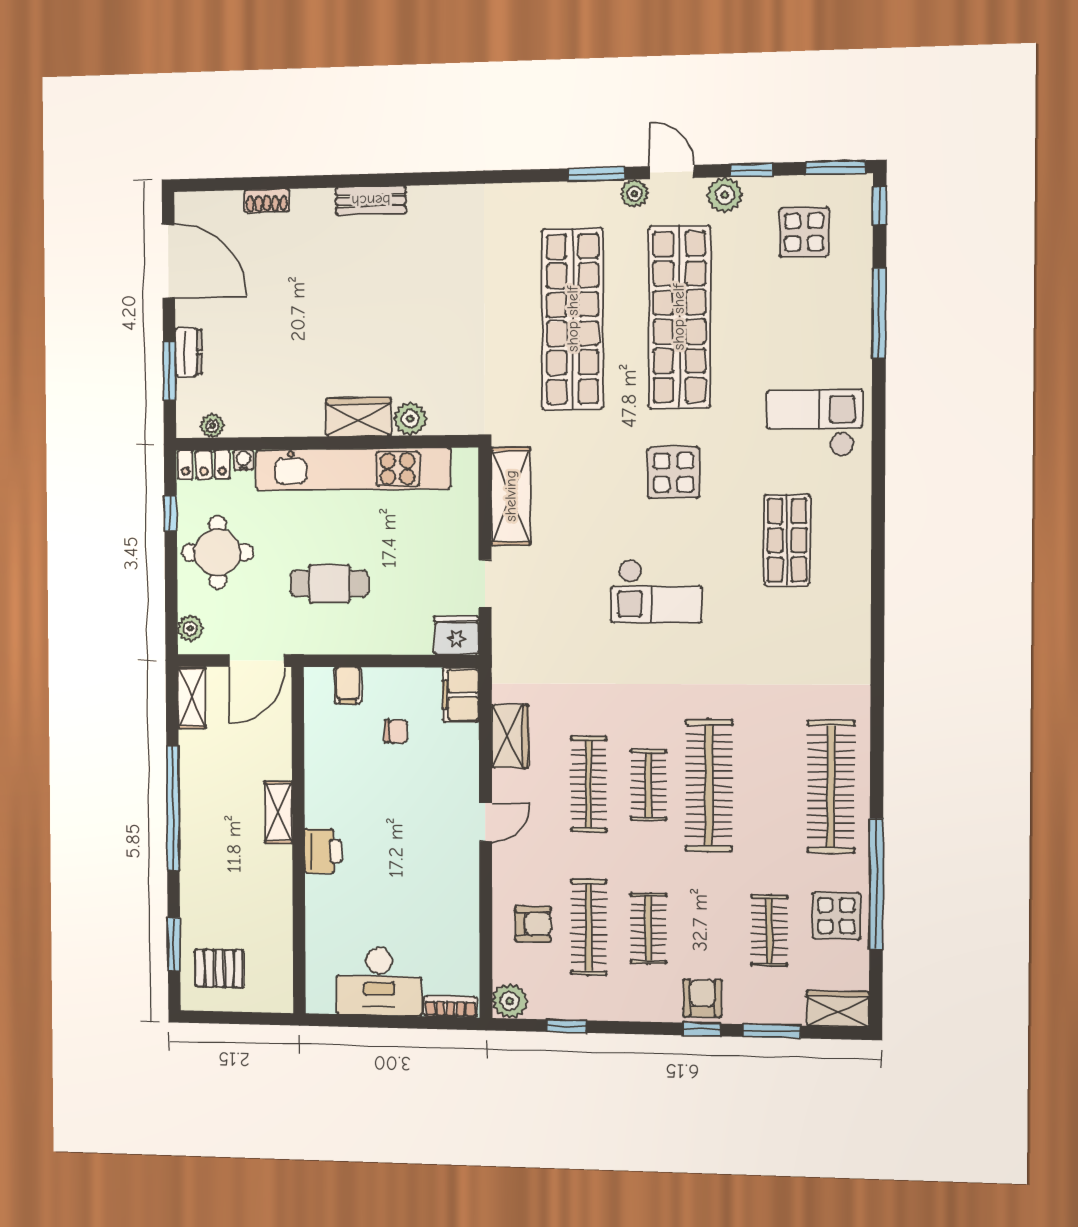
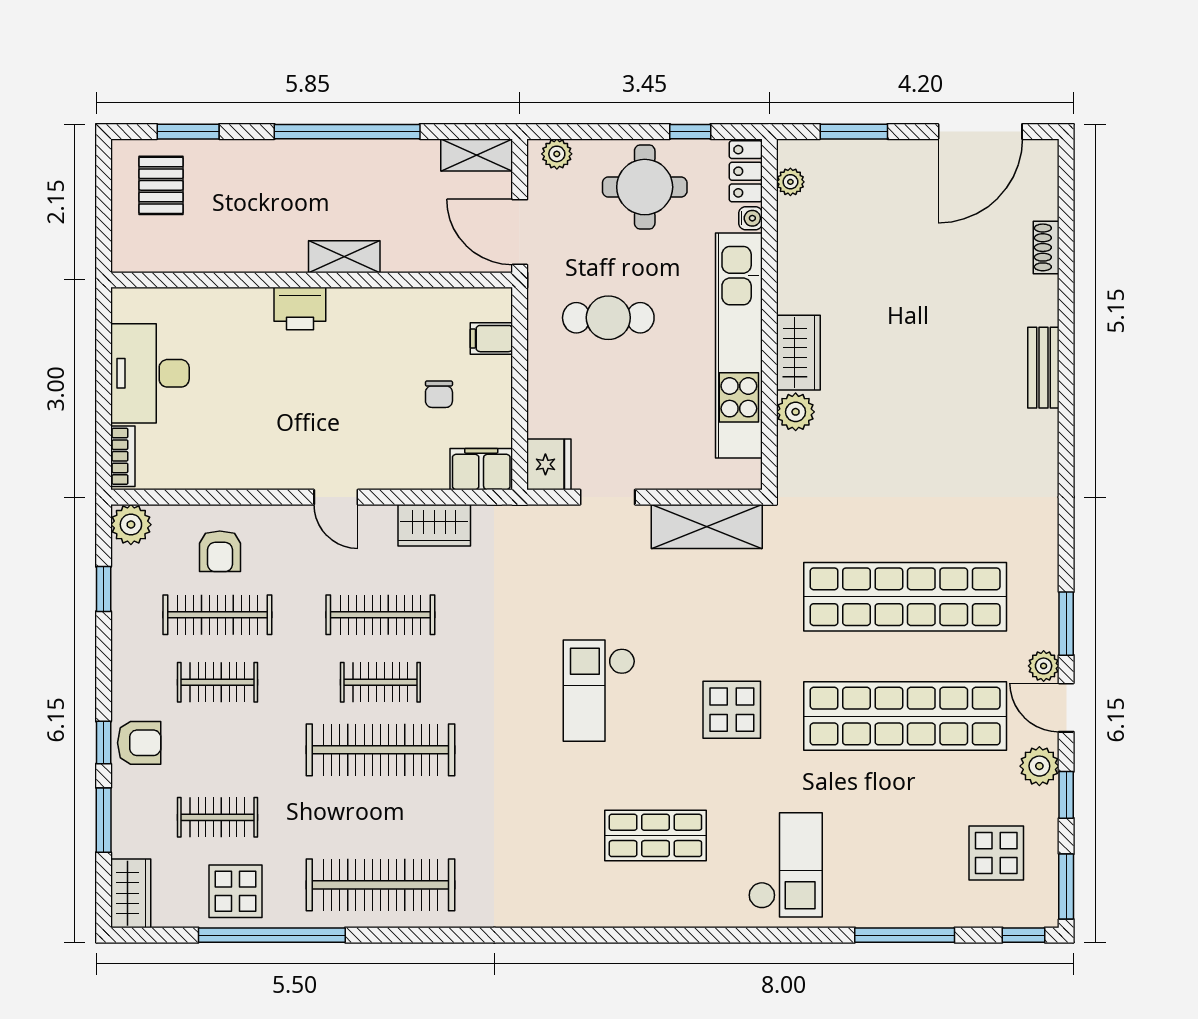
door: (672, 172) -> (1066, 708), swing flipped
dresser: (189, 352) -> (875, 154), removed
cafe table: (329, 584) -> (608, 318), turned 90

